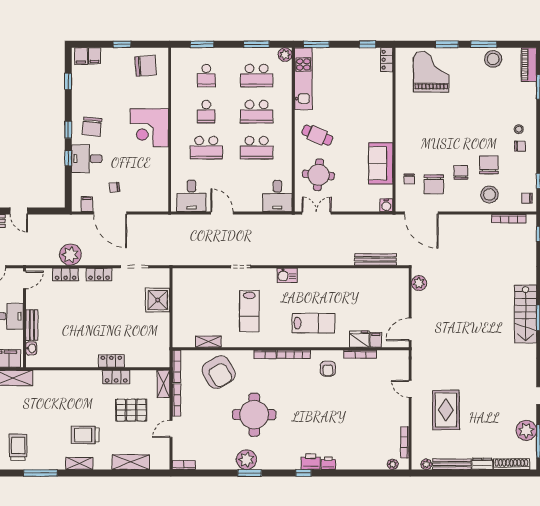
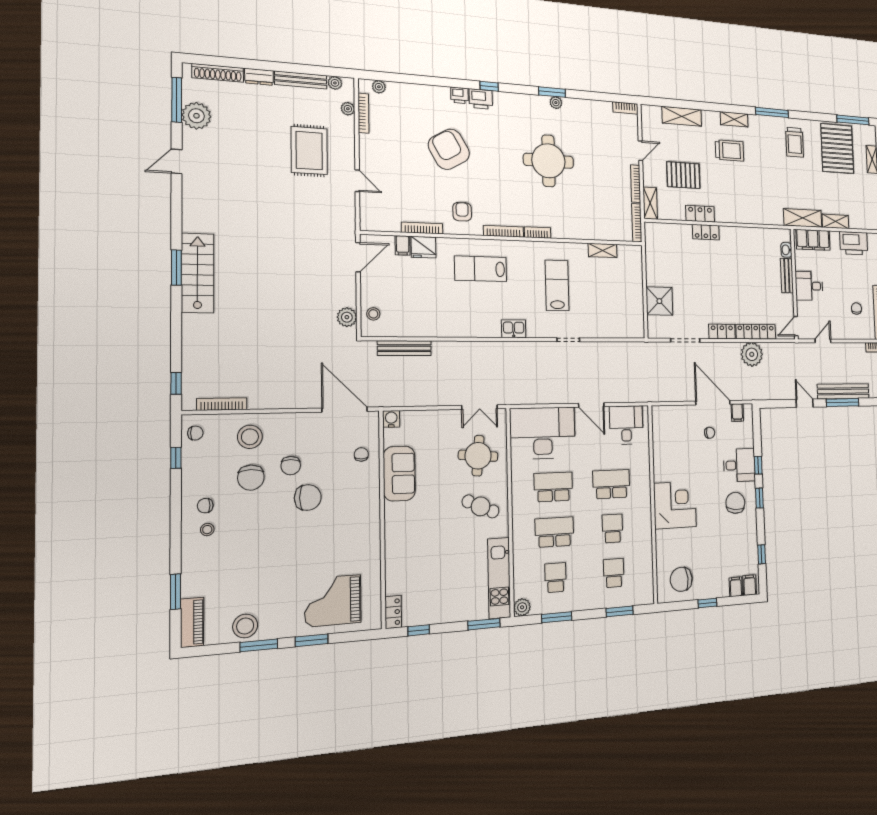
grand piano: (431, 72) -> (333, 601), turned 90
school desk: (257, 76) -> (555, 578), width x0.54
chair: (434, 184) -> (308, 497), moved, turned 90
desk: (277, 196) -> (543, 433), width x1.87, depth x1.30
locker: (66, 275) -> (756, 332), width x1.53
stool: (399, 286) -> (373, 314), added
armchair: (219, 372) -> (449, 149), moved
plant: (417, 445) -> (348, 109), added
plant: (246, 460) -> (556, 103), width x0.53, depth x0.53

